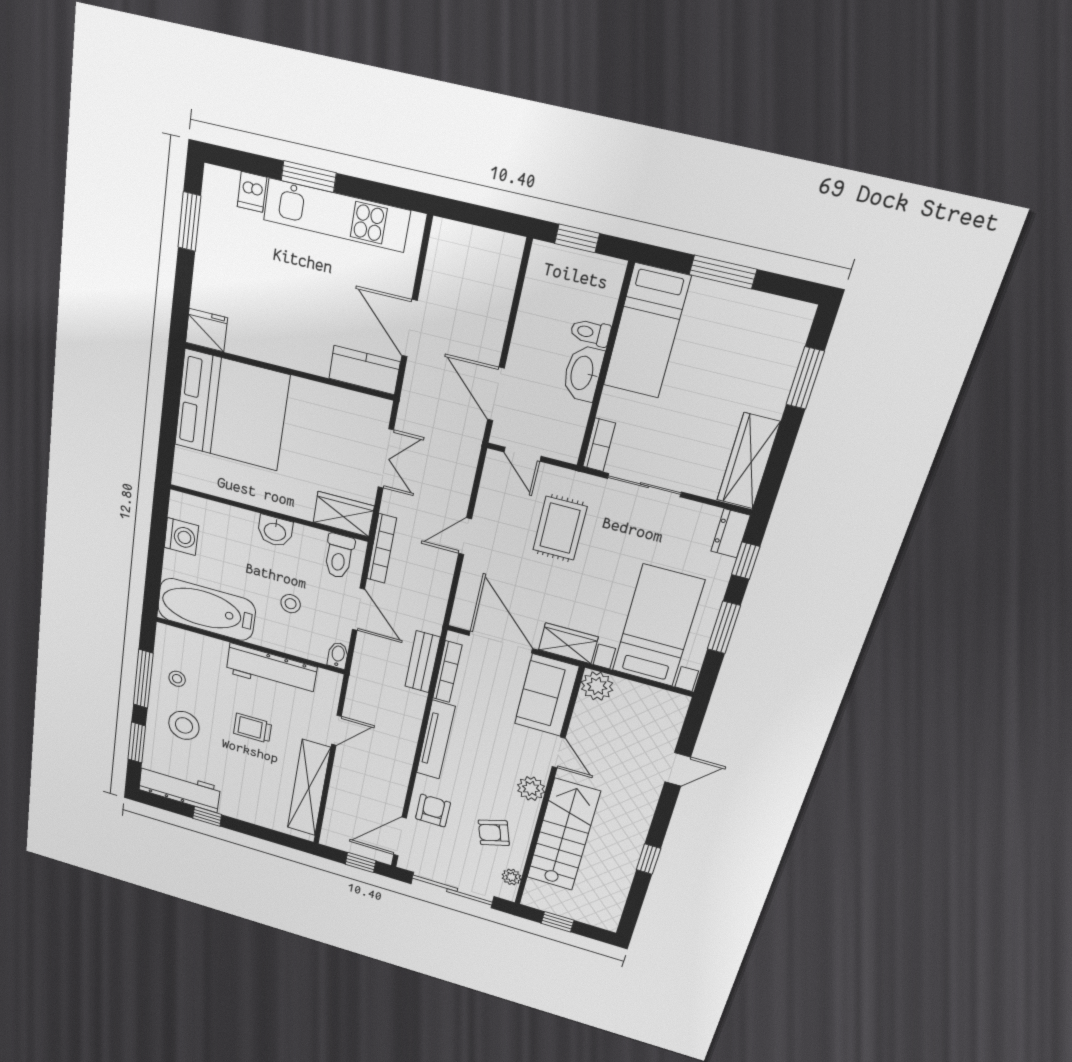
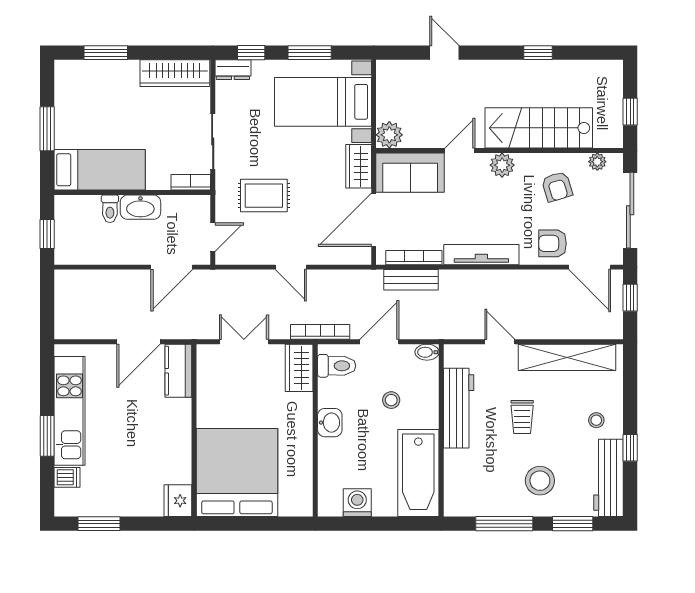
stool: (177, 679) -> (596, 420), moved

